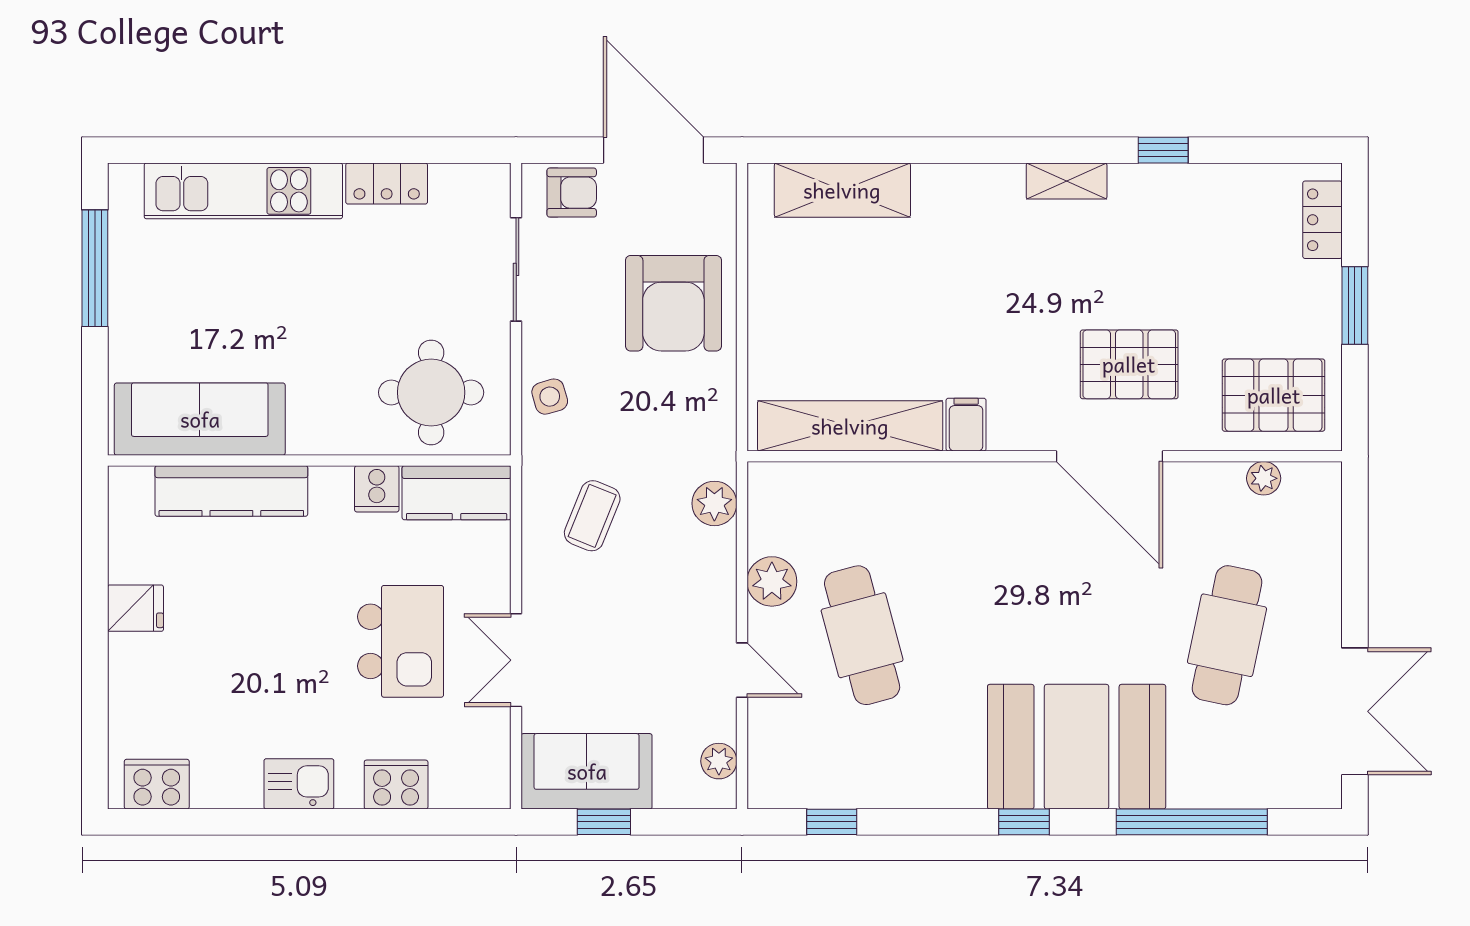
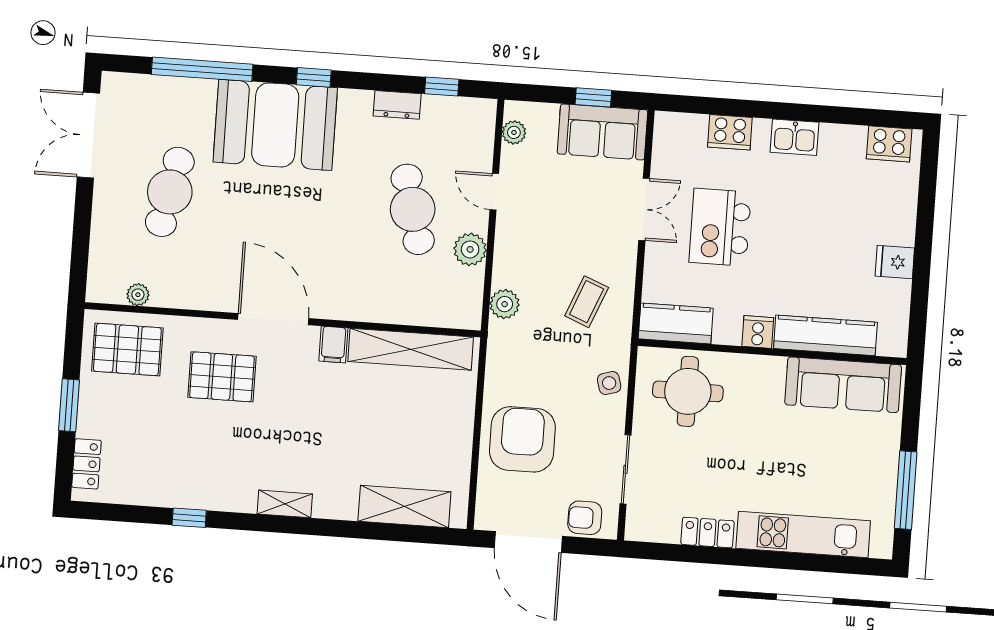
shelving: (1067, 181) -> (285, 504), moved
door: (1109, 456) -> (273, 319), moved
cooker: (377, 489) -> (758, 332), moved
dresser: (896, 790) -> (397, 105), added

